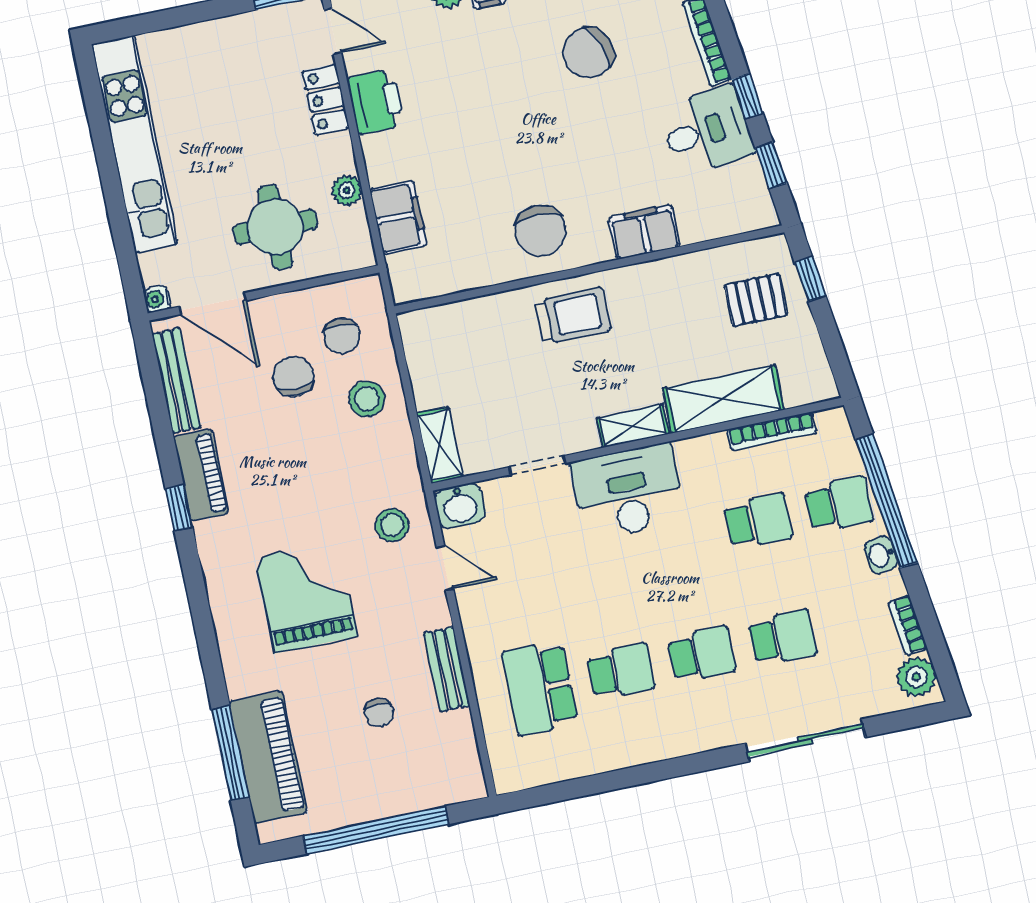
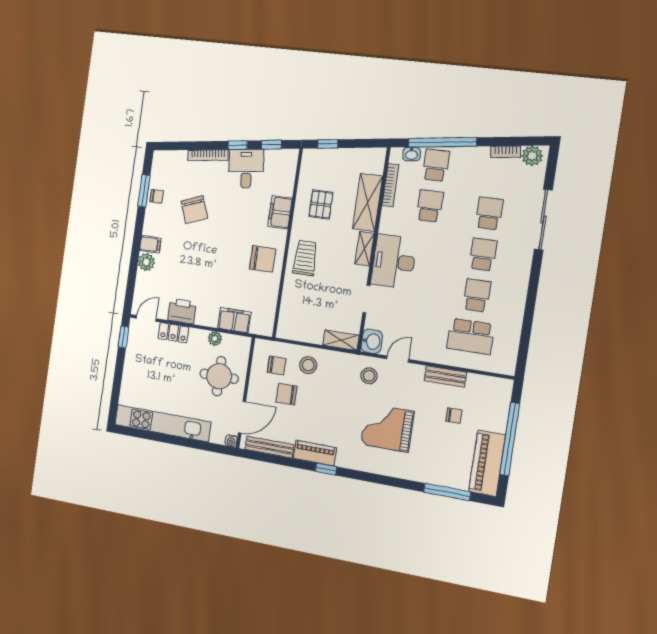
pallet: (756, 300) -> (321, 204), moved
washbasin: (881, 555) -> (412, 154), moved
piano: (268, 757) -> (487, 463), moved, turned -90

